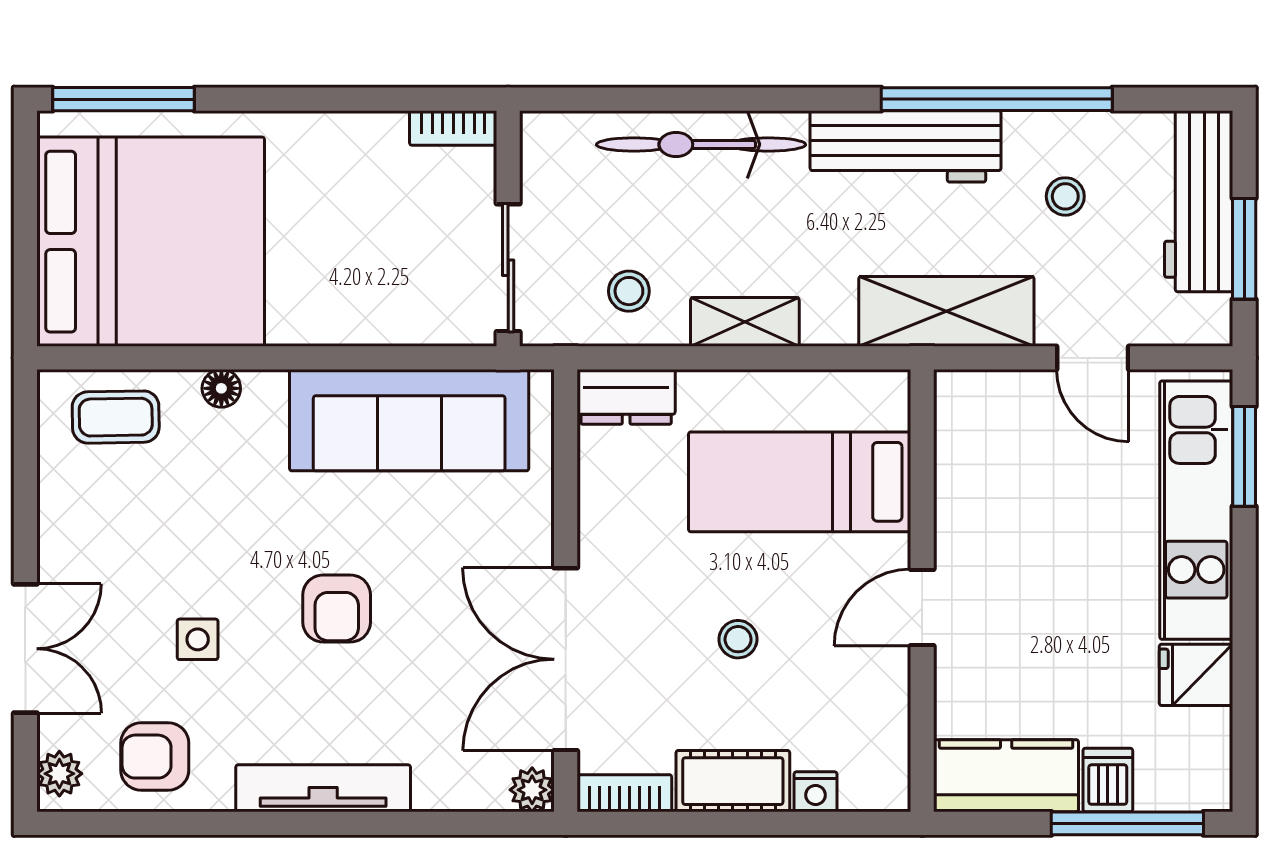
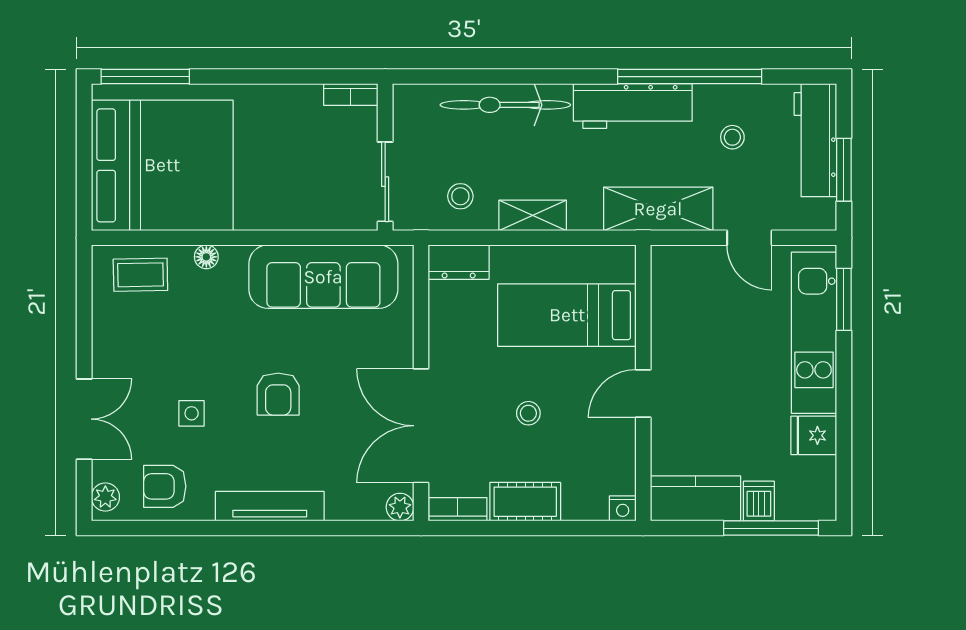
nightstand: (816, 792) -> (623, 508), moved

